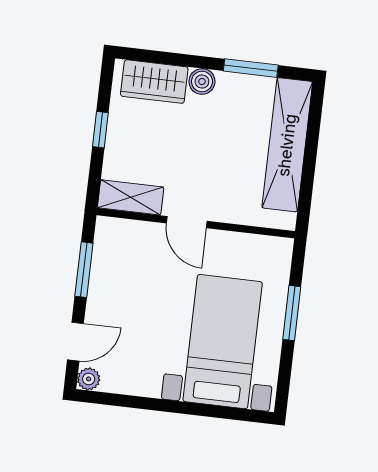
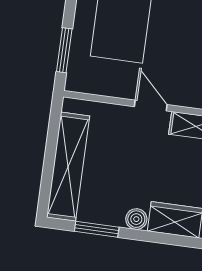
window: (292, 313) -> (64, 50), moved

